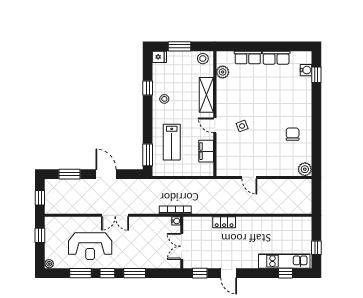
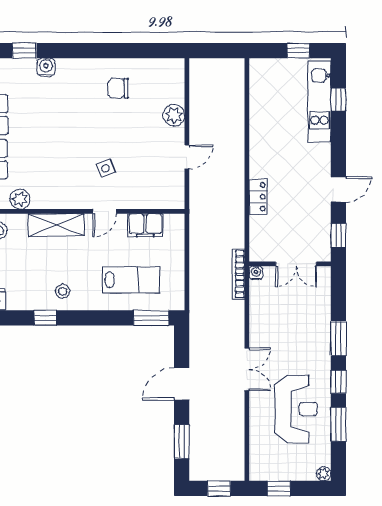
water cooler: (306, 70) -> (46, 67), moved
plant: (305, 169) -> (174, 115), moved

